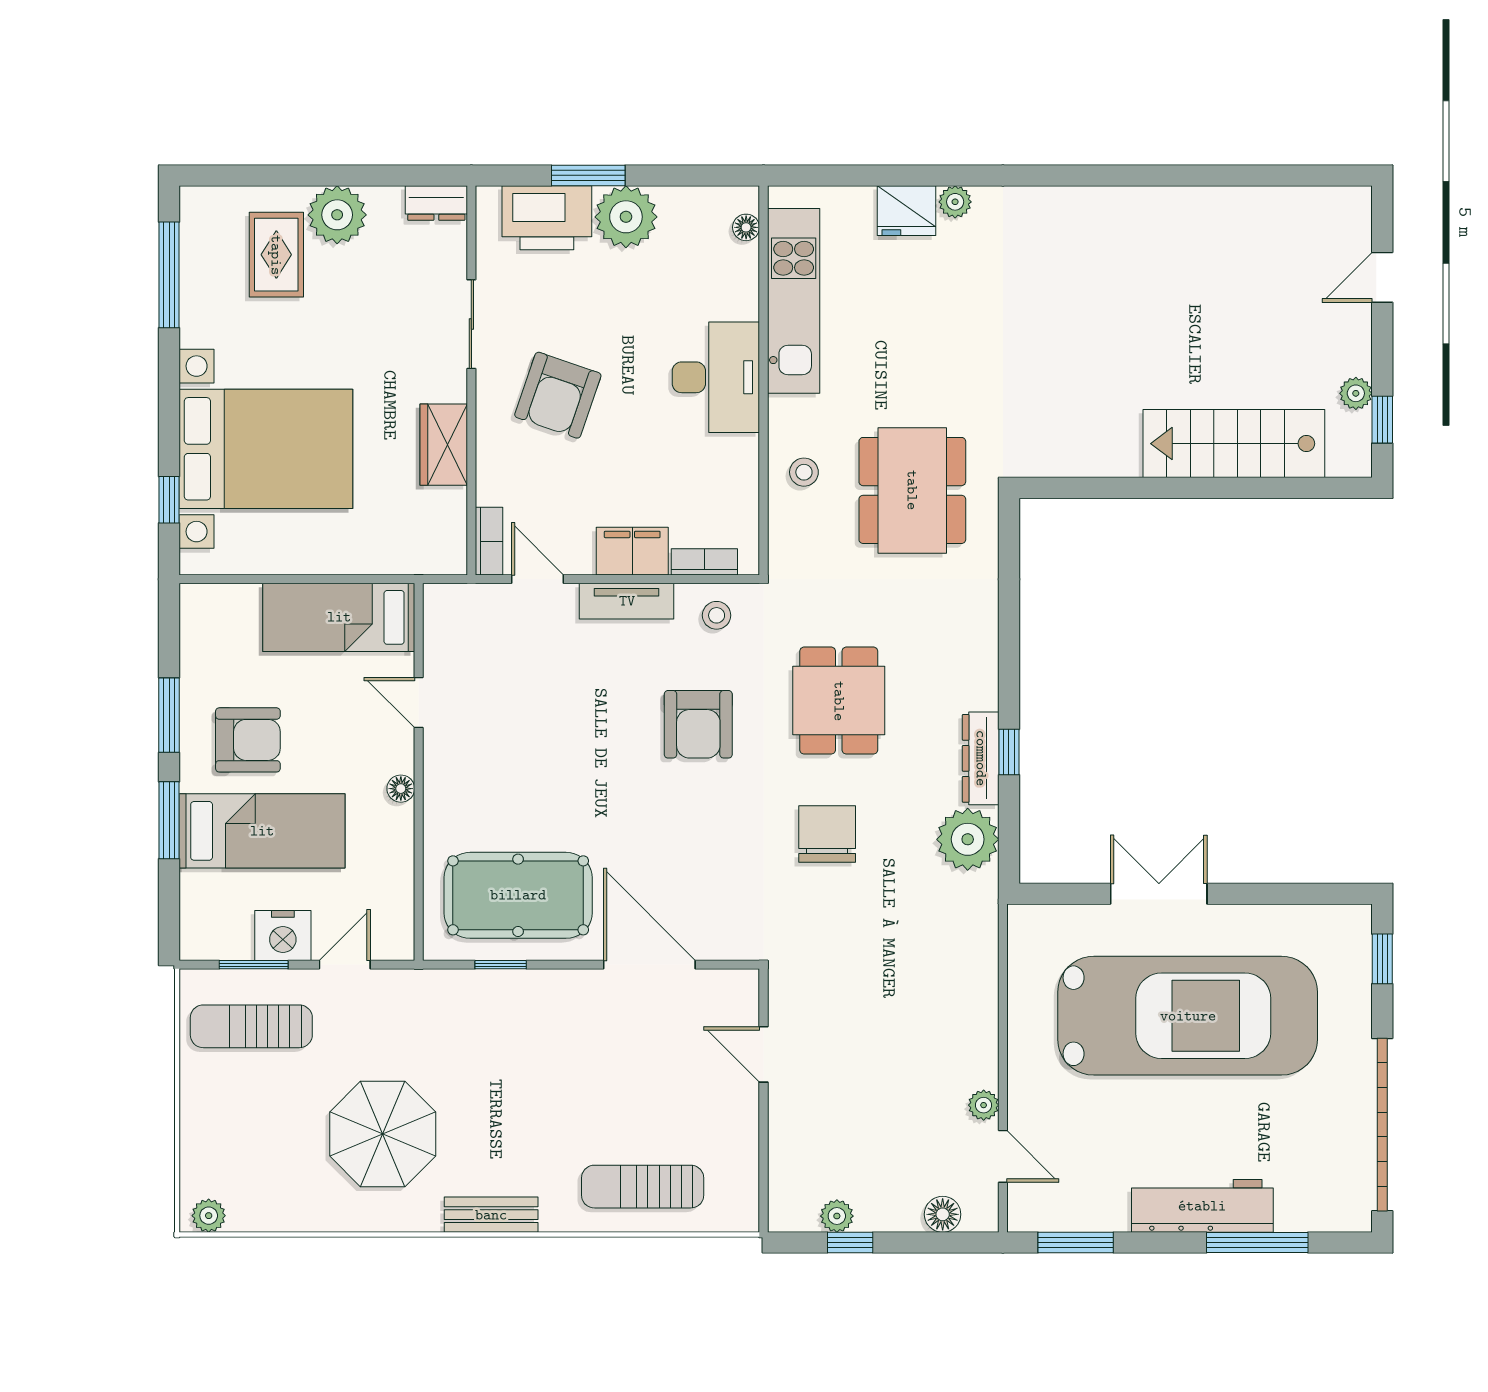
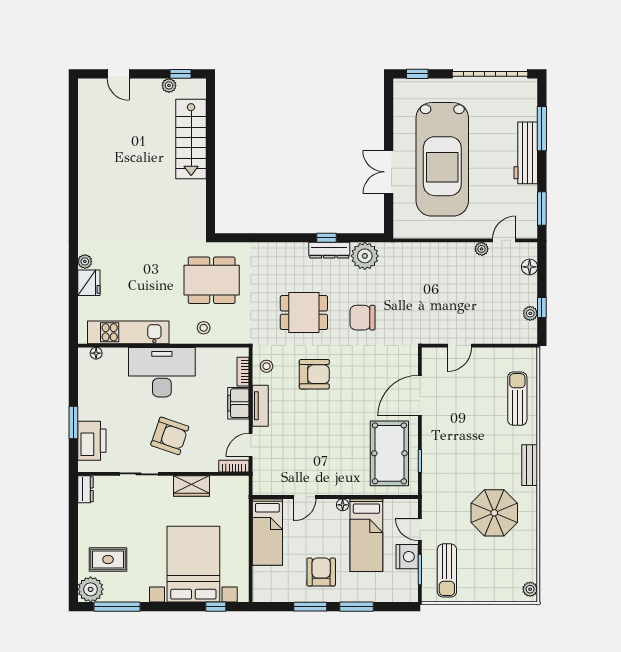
plant: (337, 215) -> (91, 589), moved
plant: (626, 217) -> (91, 406), removed
desk: (716, 377) -> (162, 372), width x1.36, depth x1.30
bed: (262, 831) -> (366, 535), moved, turned 180
car: (1188, 1016) -> (442, 159), turned 180
sun lounger: (643, 1187) -> (517, 399), turned 180

